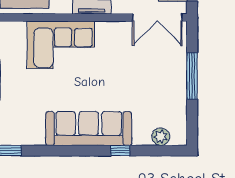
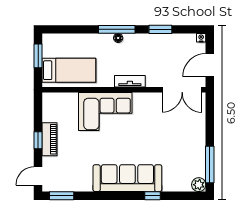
window: (192, 76) -> (210, 165), moved
plant: (161, 137) -> (199, 185), moved

